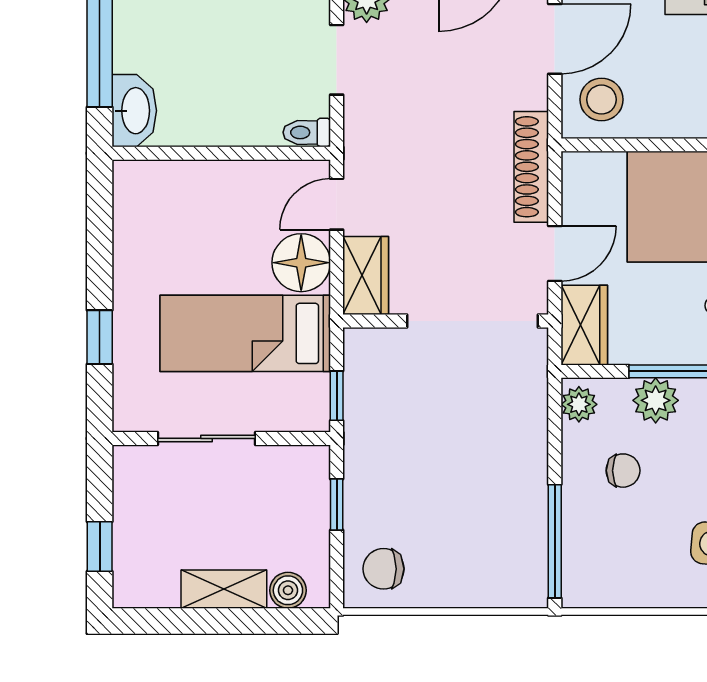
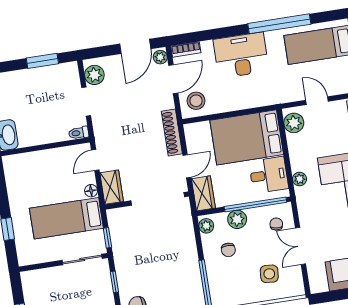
floor lamp: (301, 263) -> (91, 191), width x0.53, depth x0.53
sliding door: (206, 438) -> (82, 259), moved
chair: (623, 471) -> (228, 250), turned 90

